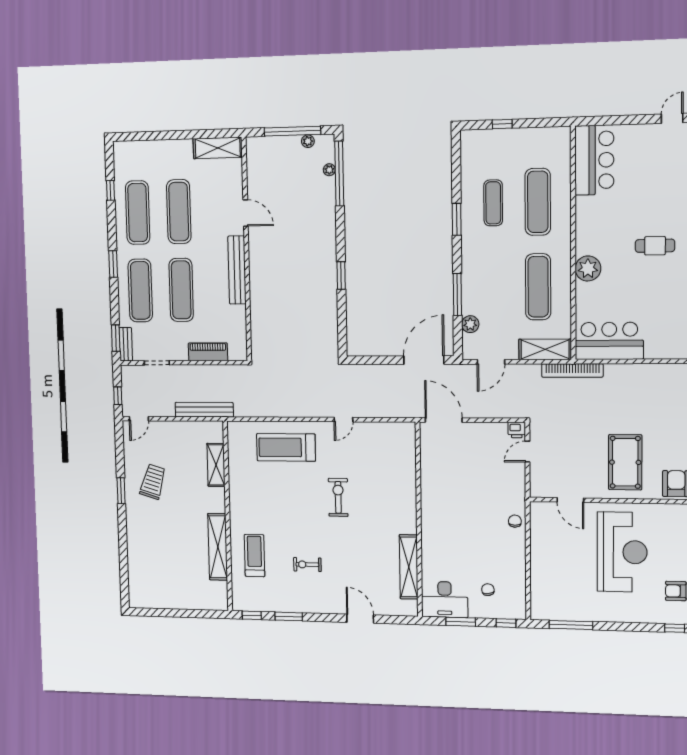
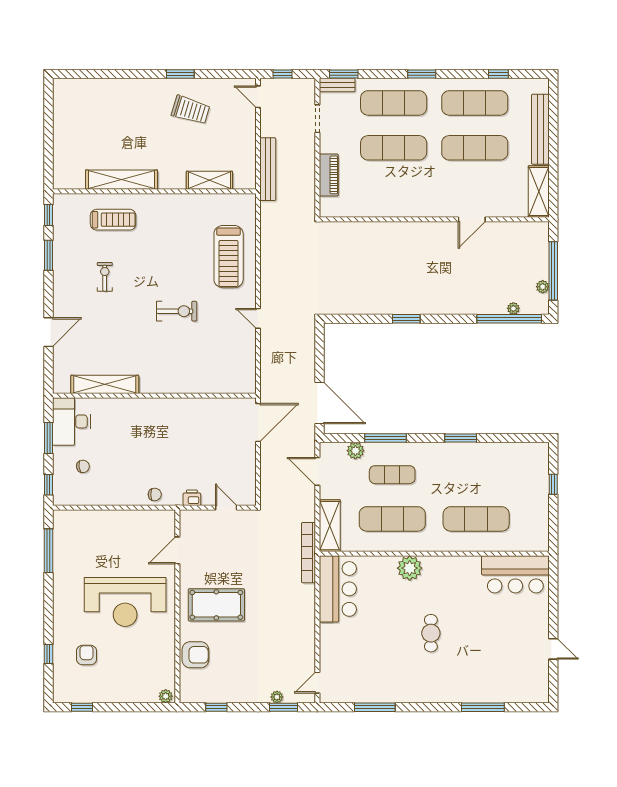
exercise mat: (493, 203) -> (392, 475), moved
bench: (237, 270) -> (540, 129), moved, turned 90
printer: (517, 430) -> (192, 498), moved, turned 90
treadmill: (286, 447) -> (229, 257), turned 180

